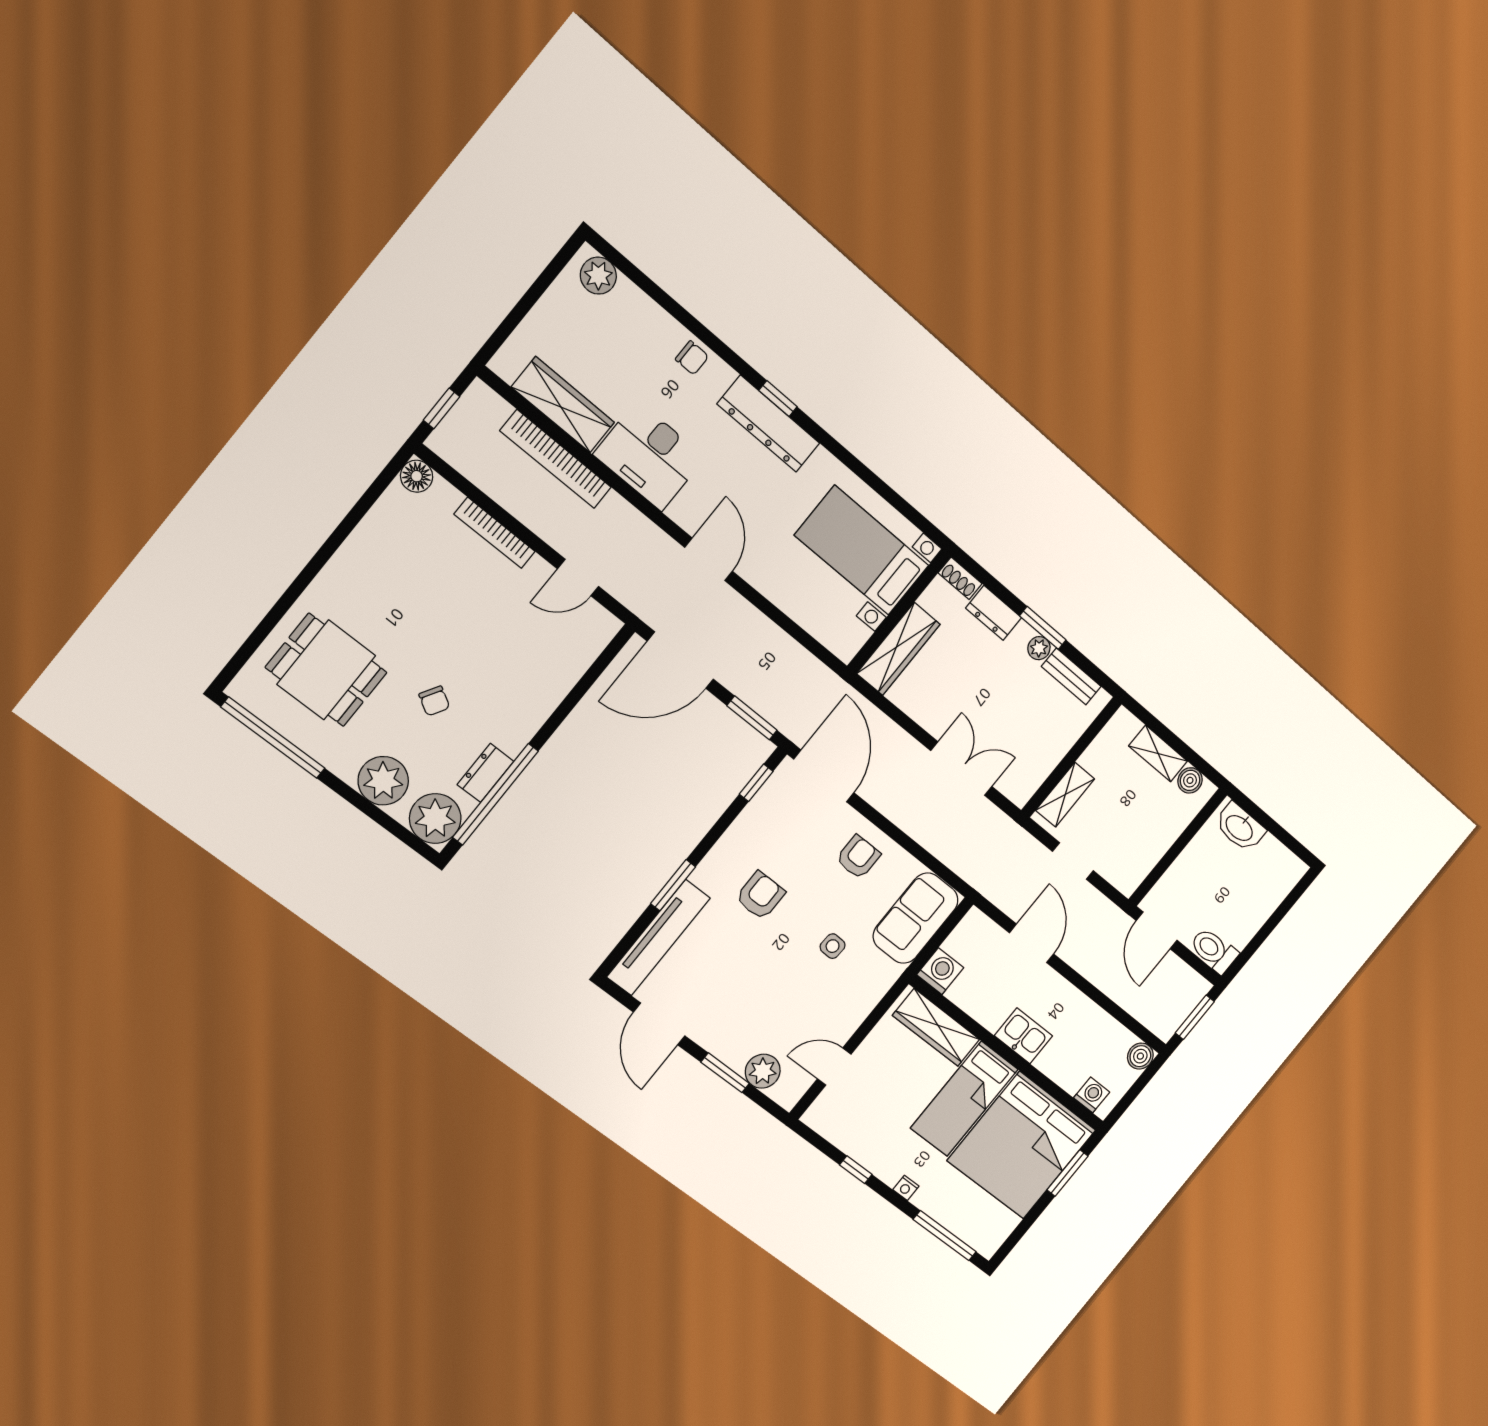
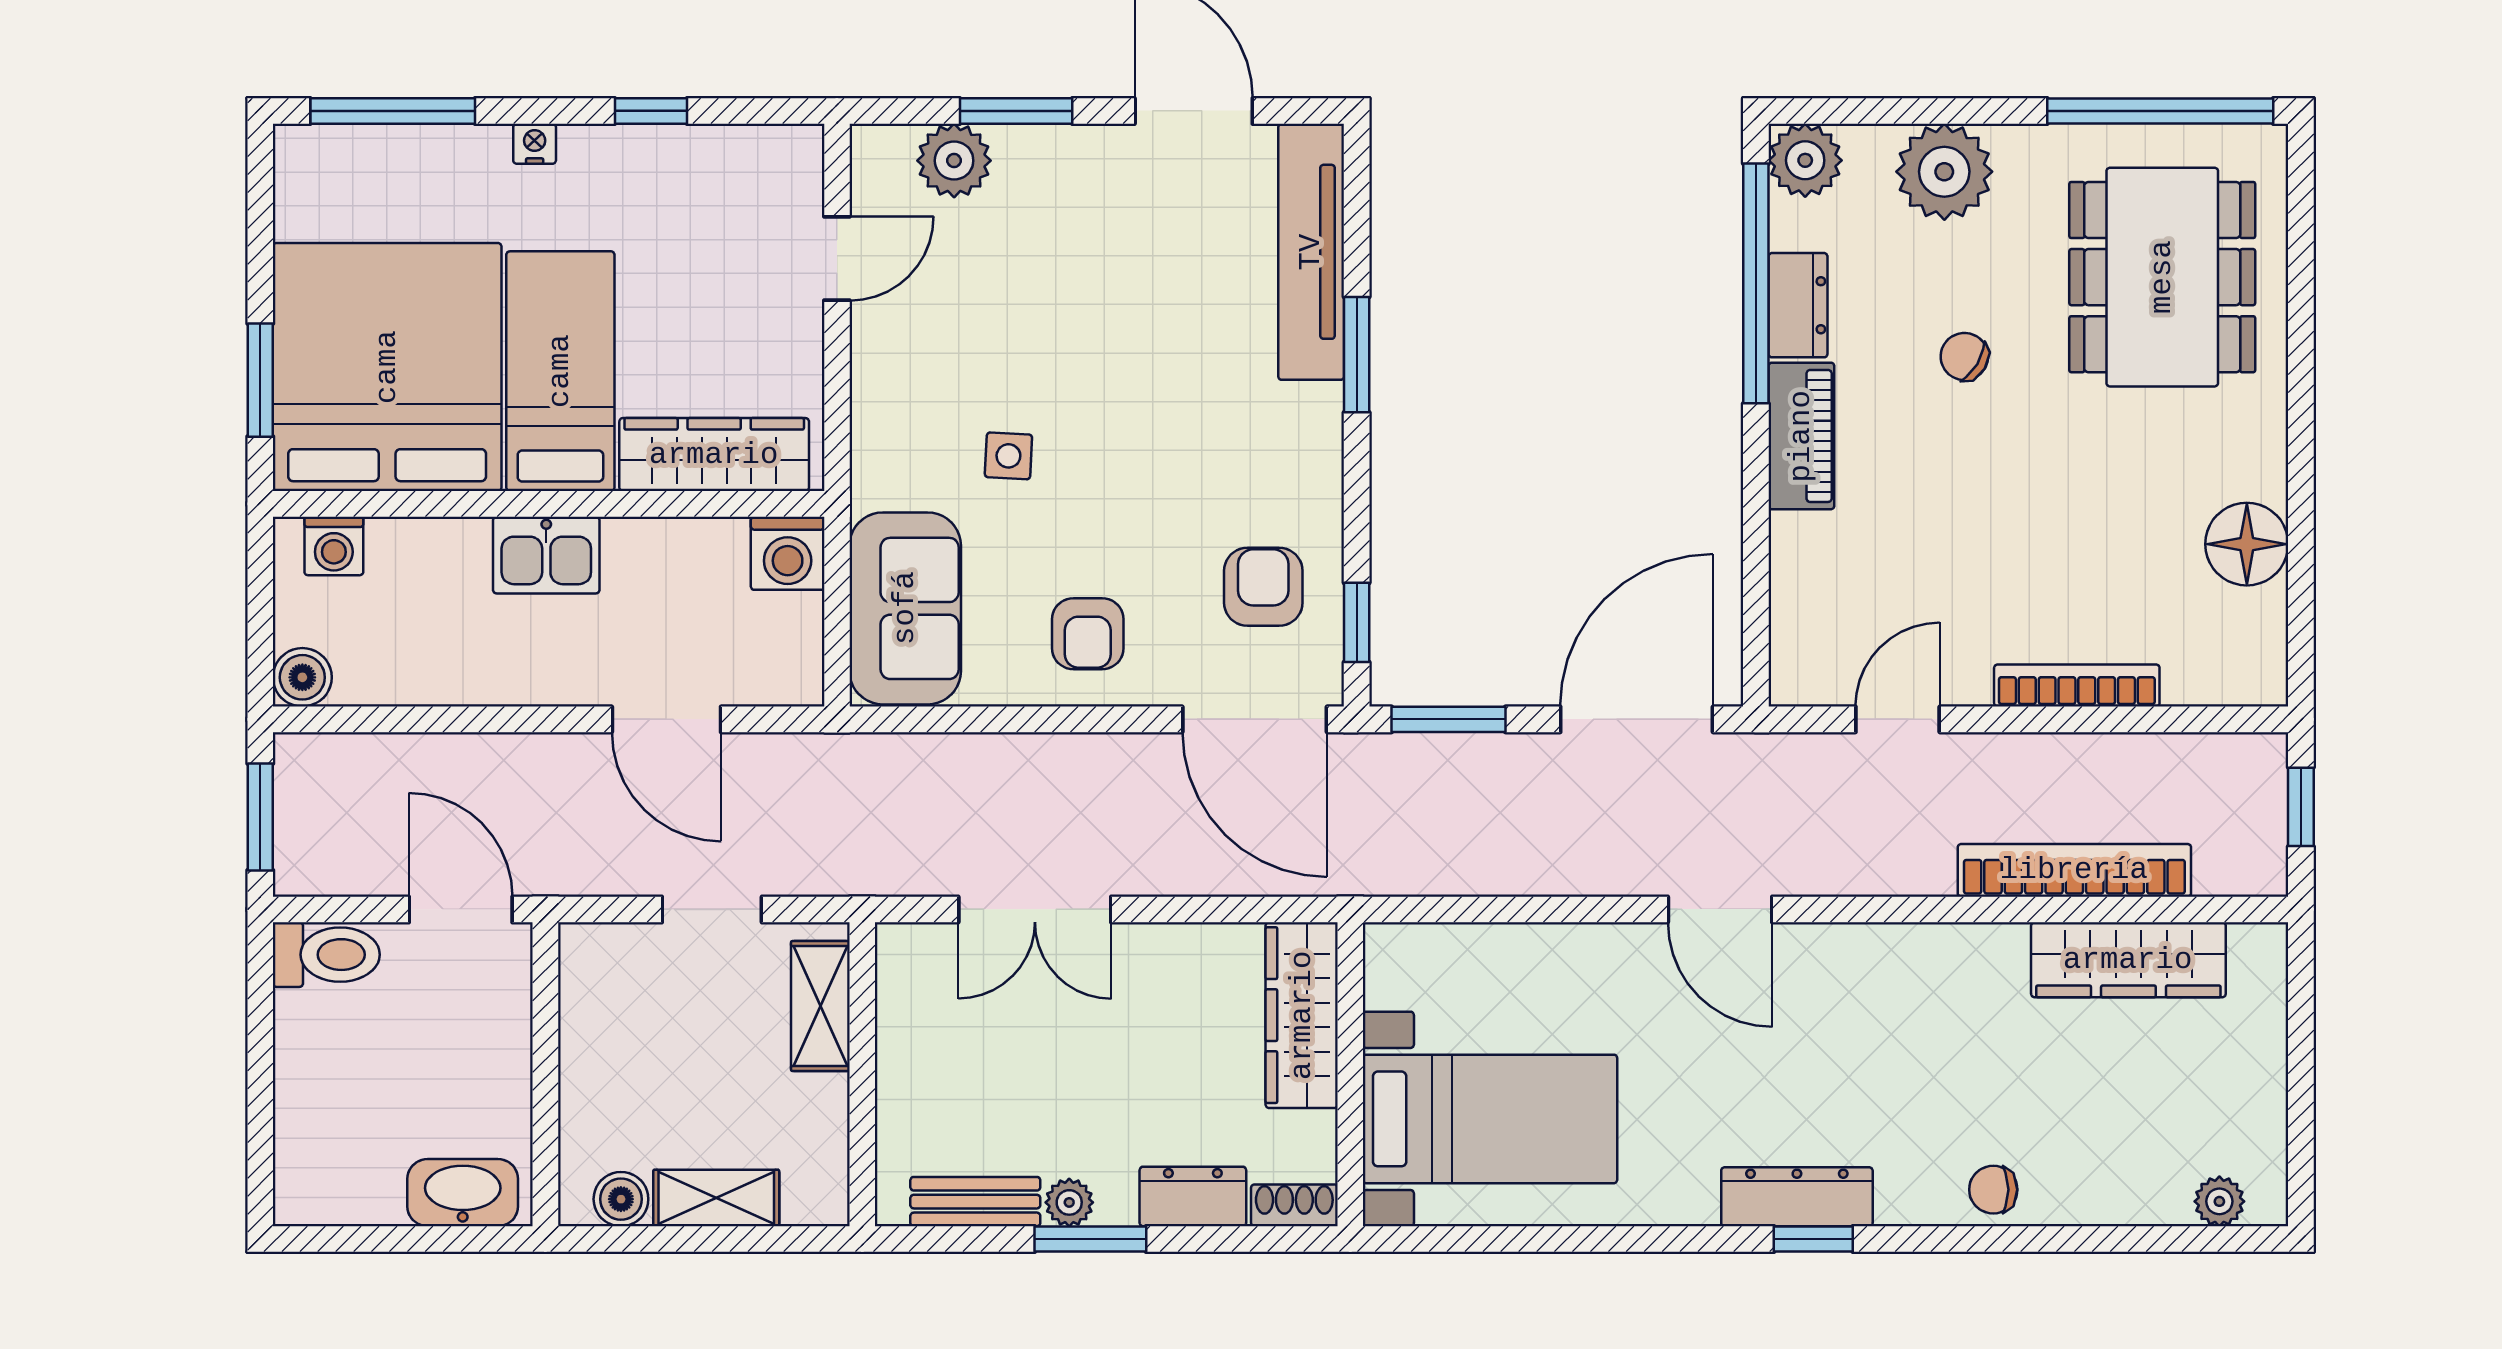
plant: (598, 276) -> (2219, 1201), width x0.73, depth x0.73
dresser: (768, 424) -> (1797, 1197), width x0.73, depth x0.80
desk: (649, 456) -> (1939, 991), removed
floor lamp: (417, 476) -> (2247, 544), moved, width x1.38, depth x1.38
dining table: (326, 670) -> (2162, 277), width x1.38
piano: (526, 720) -> (1801, 436), added
plant: (435, 818) -> (1805, 160), width x0.73, depth x0.73
armchair: (760, 895) -> (1263, 587), moved, turned 180

